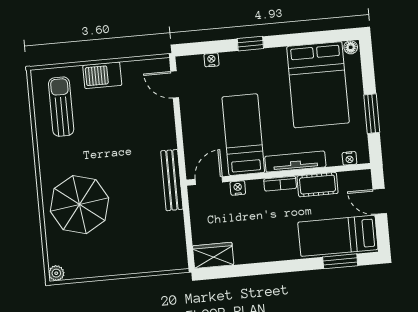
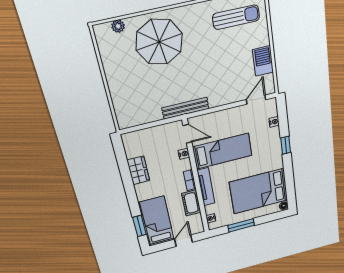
barbecue: (102, 75) -> (263, 61), moved
wardrobe: (213, 255) -> (138, 170), moved
plant: (56, 273) -> (118, 26), moved

